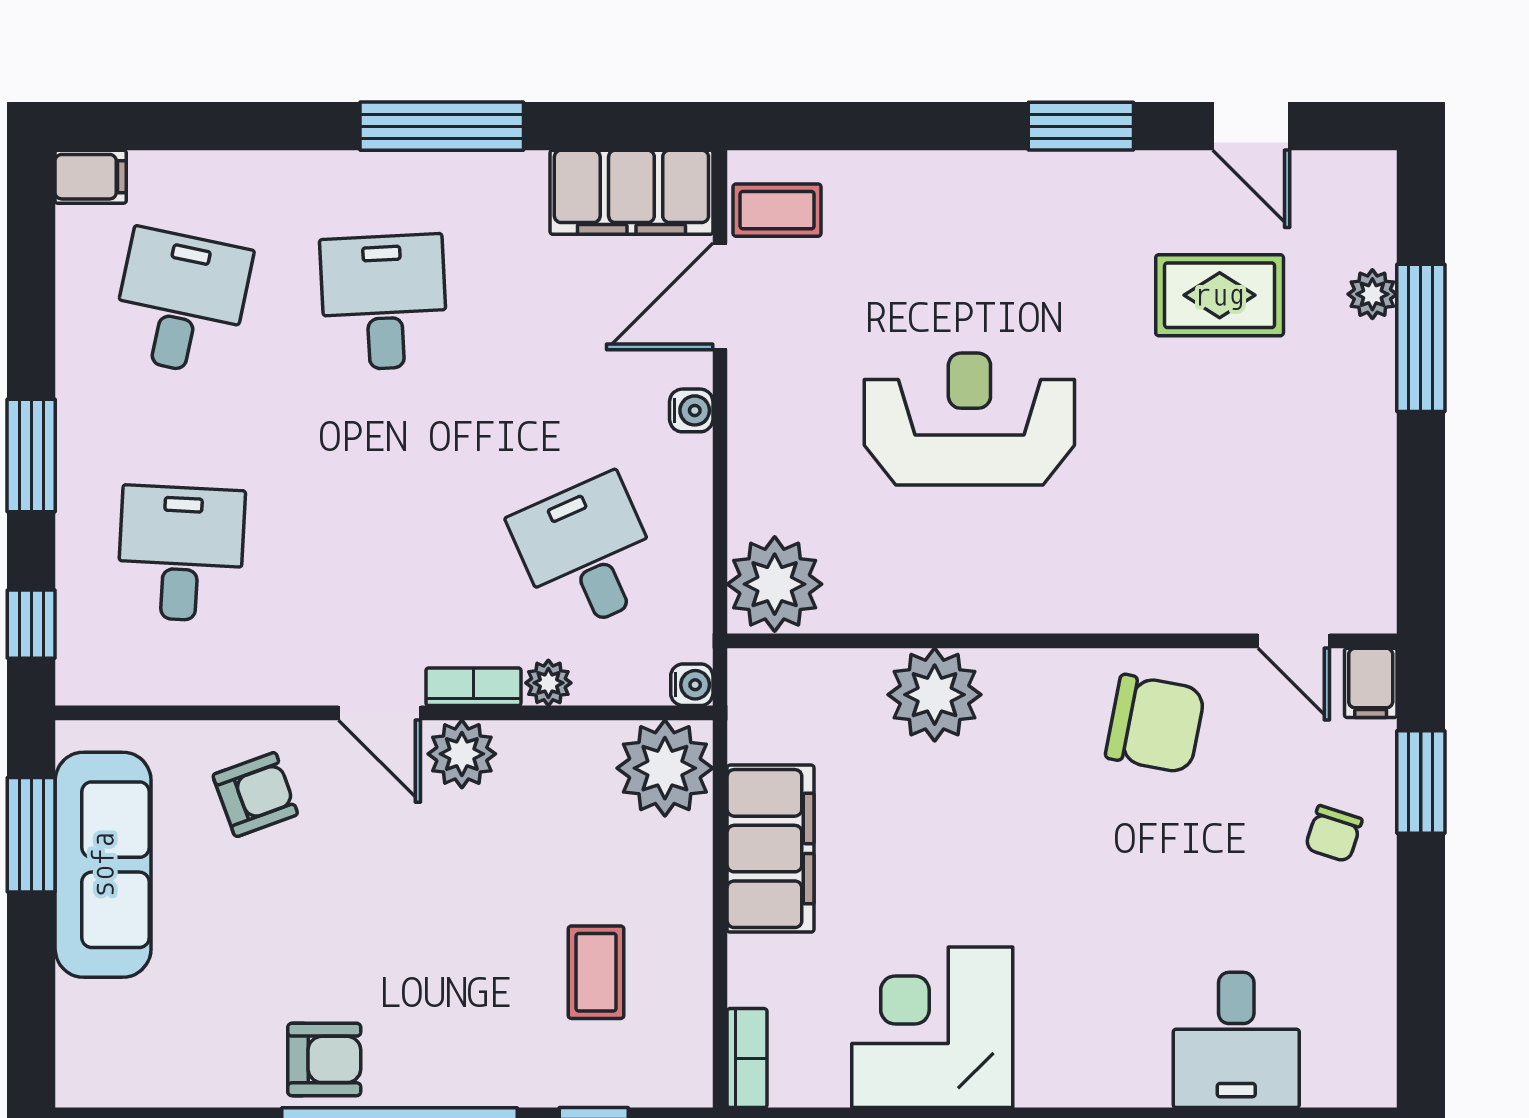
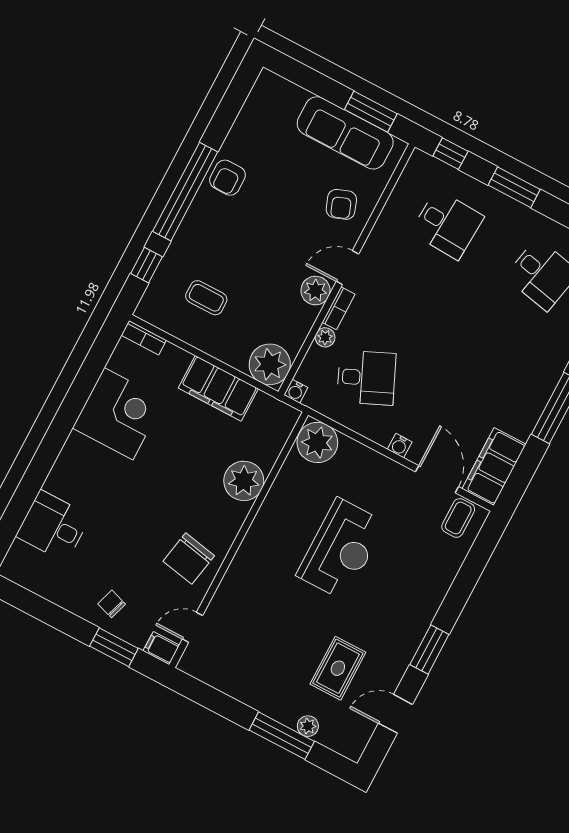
desk: (384, 302) -> (502, 351), removed

